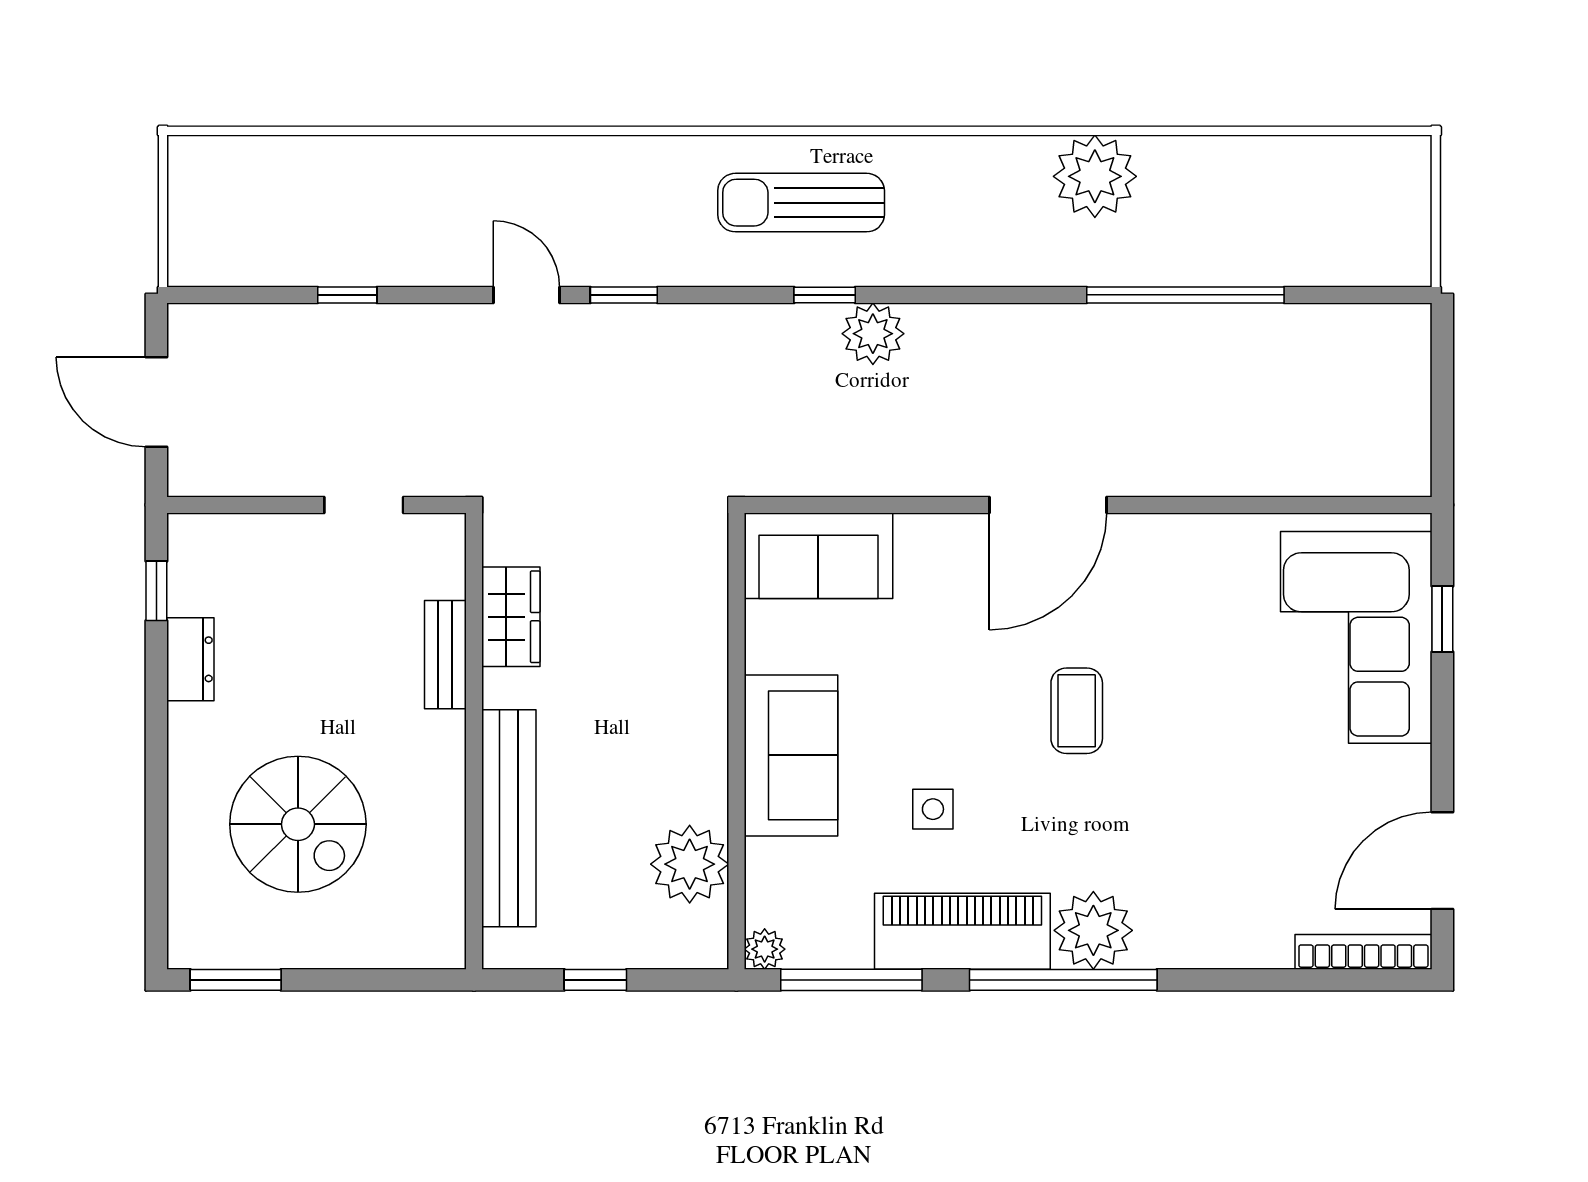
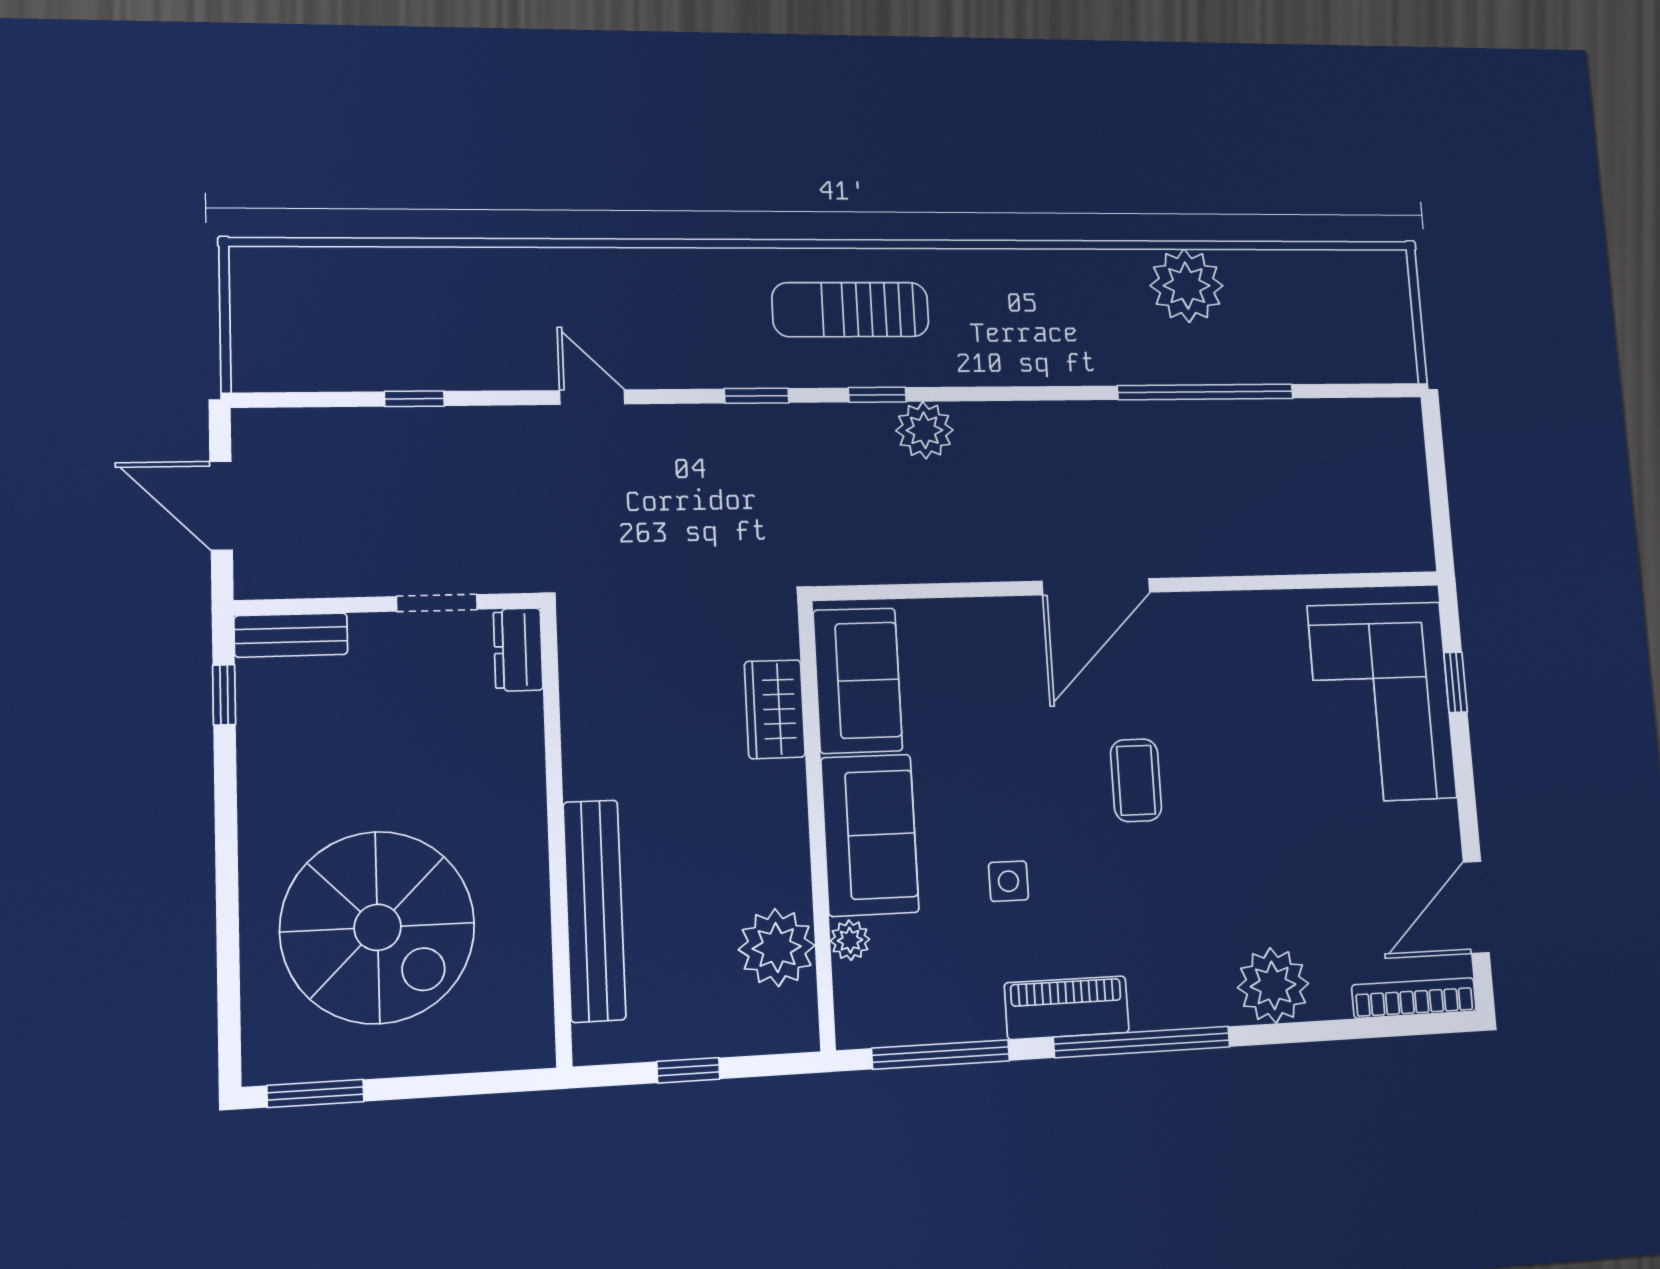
plant: (1095, 176) -> (1187, 286), moved
window: (624, 295) -> (757, 396), moved
sofa: (818, 556) -> (858, 680), moved, turned -90
wardrobe: (511, 617) -> (775, 709), moved, turned 180
bench: (445, 655) -> (291, 635), moved, turned 90
dresser: (190, 659) -> (518, 650), moved, turned 180
spiral stairs: (298, 824) -> (378, 927), width x1.37, depth x1.37
plant: (1093, 930) -> (1273, 985), moved
piano: (962, 931) -> (1067, 1008), width x0.73, depth x0.75
plant: (765, 949) -> (850, 940), moved

